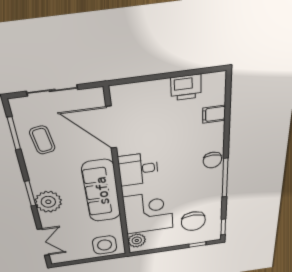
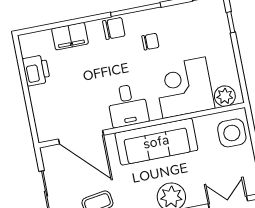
filing cabinet: (214, 114) -> (70, 36), width x2.00
door: (111, 128) -> (81, 137), hinge flipped
chair: (193, 221) -> (150, 42), moved, width x0.54, depth x0.54

